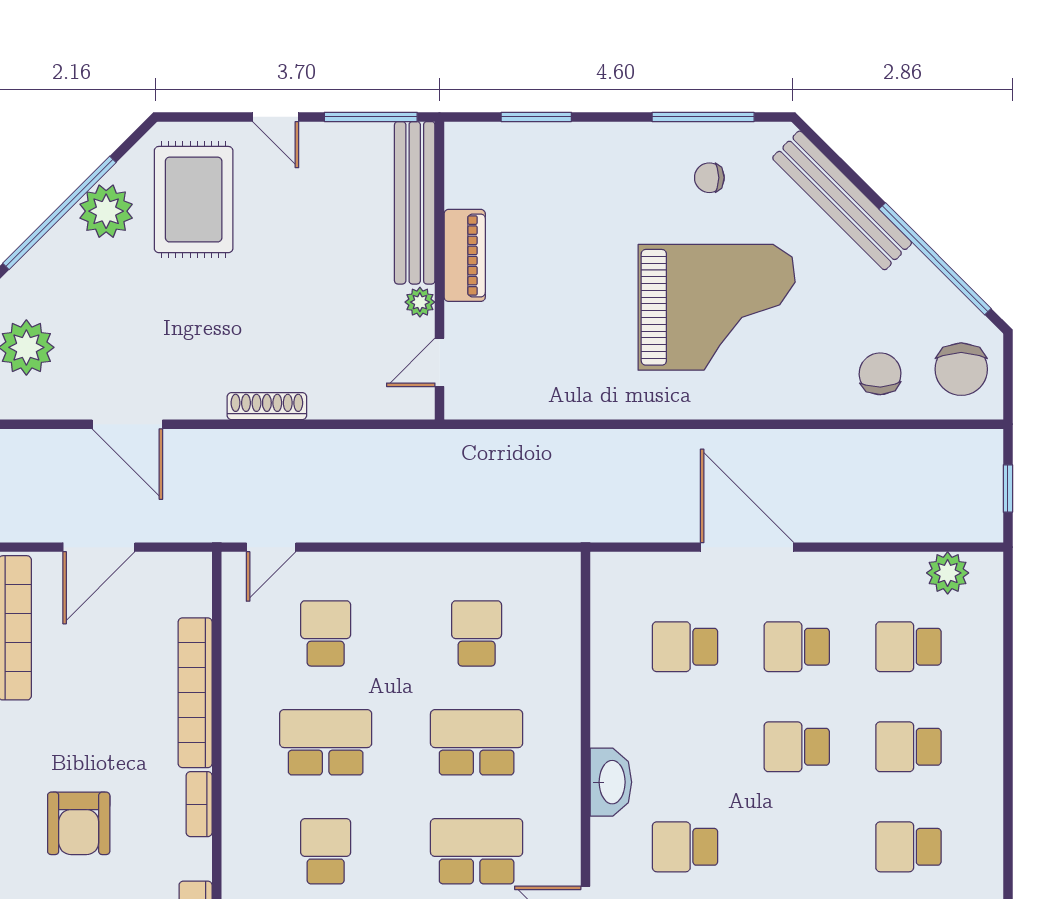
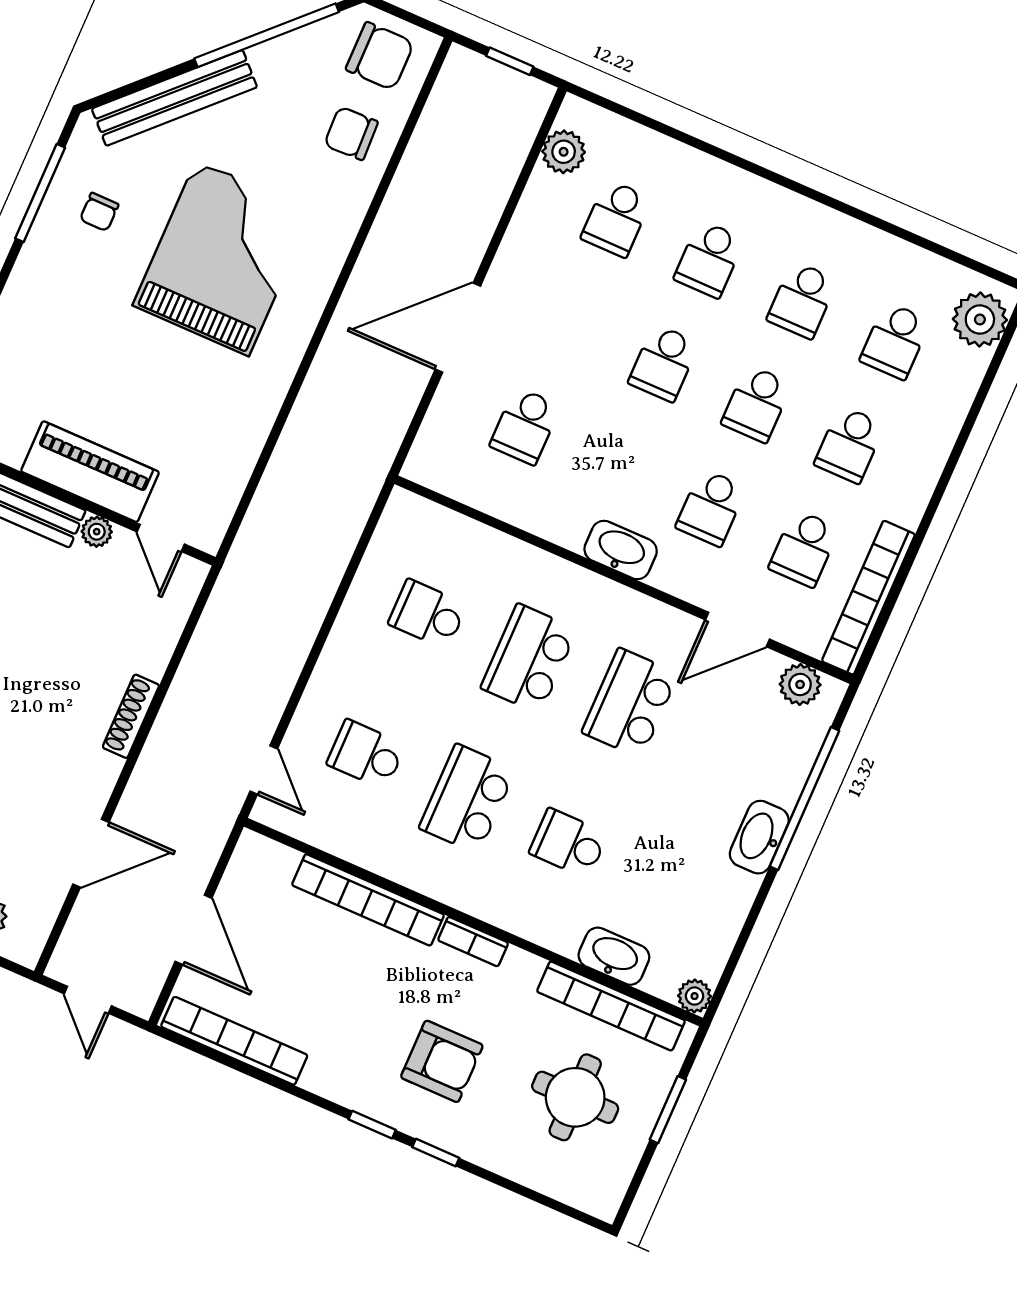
piano: (465, 255) -> (90, 472), width x1.37, depth x1.33
school desk: (797, 647) -> (757, 404), moved

